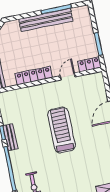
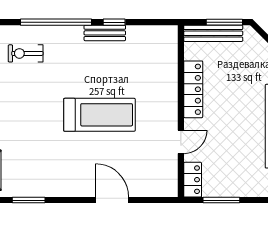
door: (68, 76) -> (181, 142), hinge flipped

